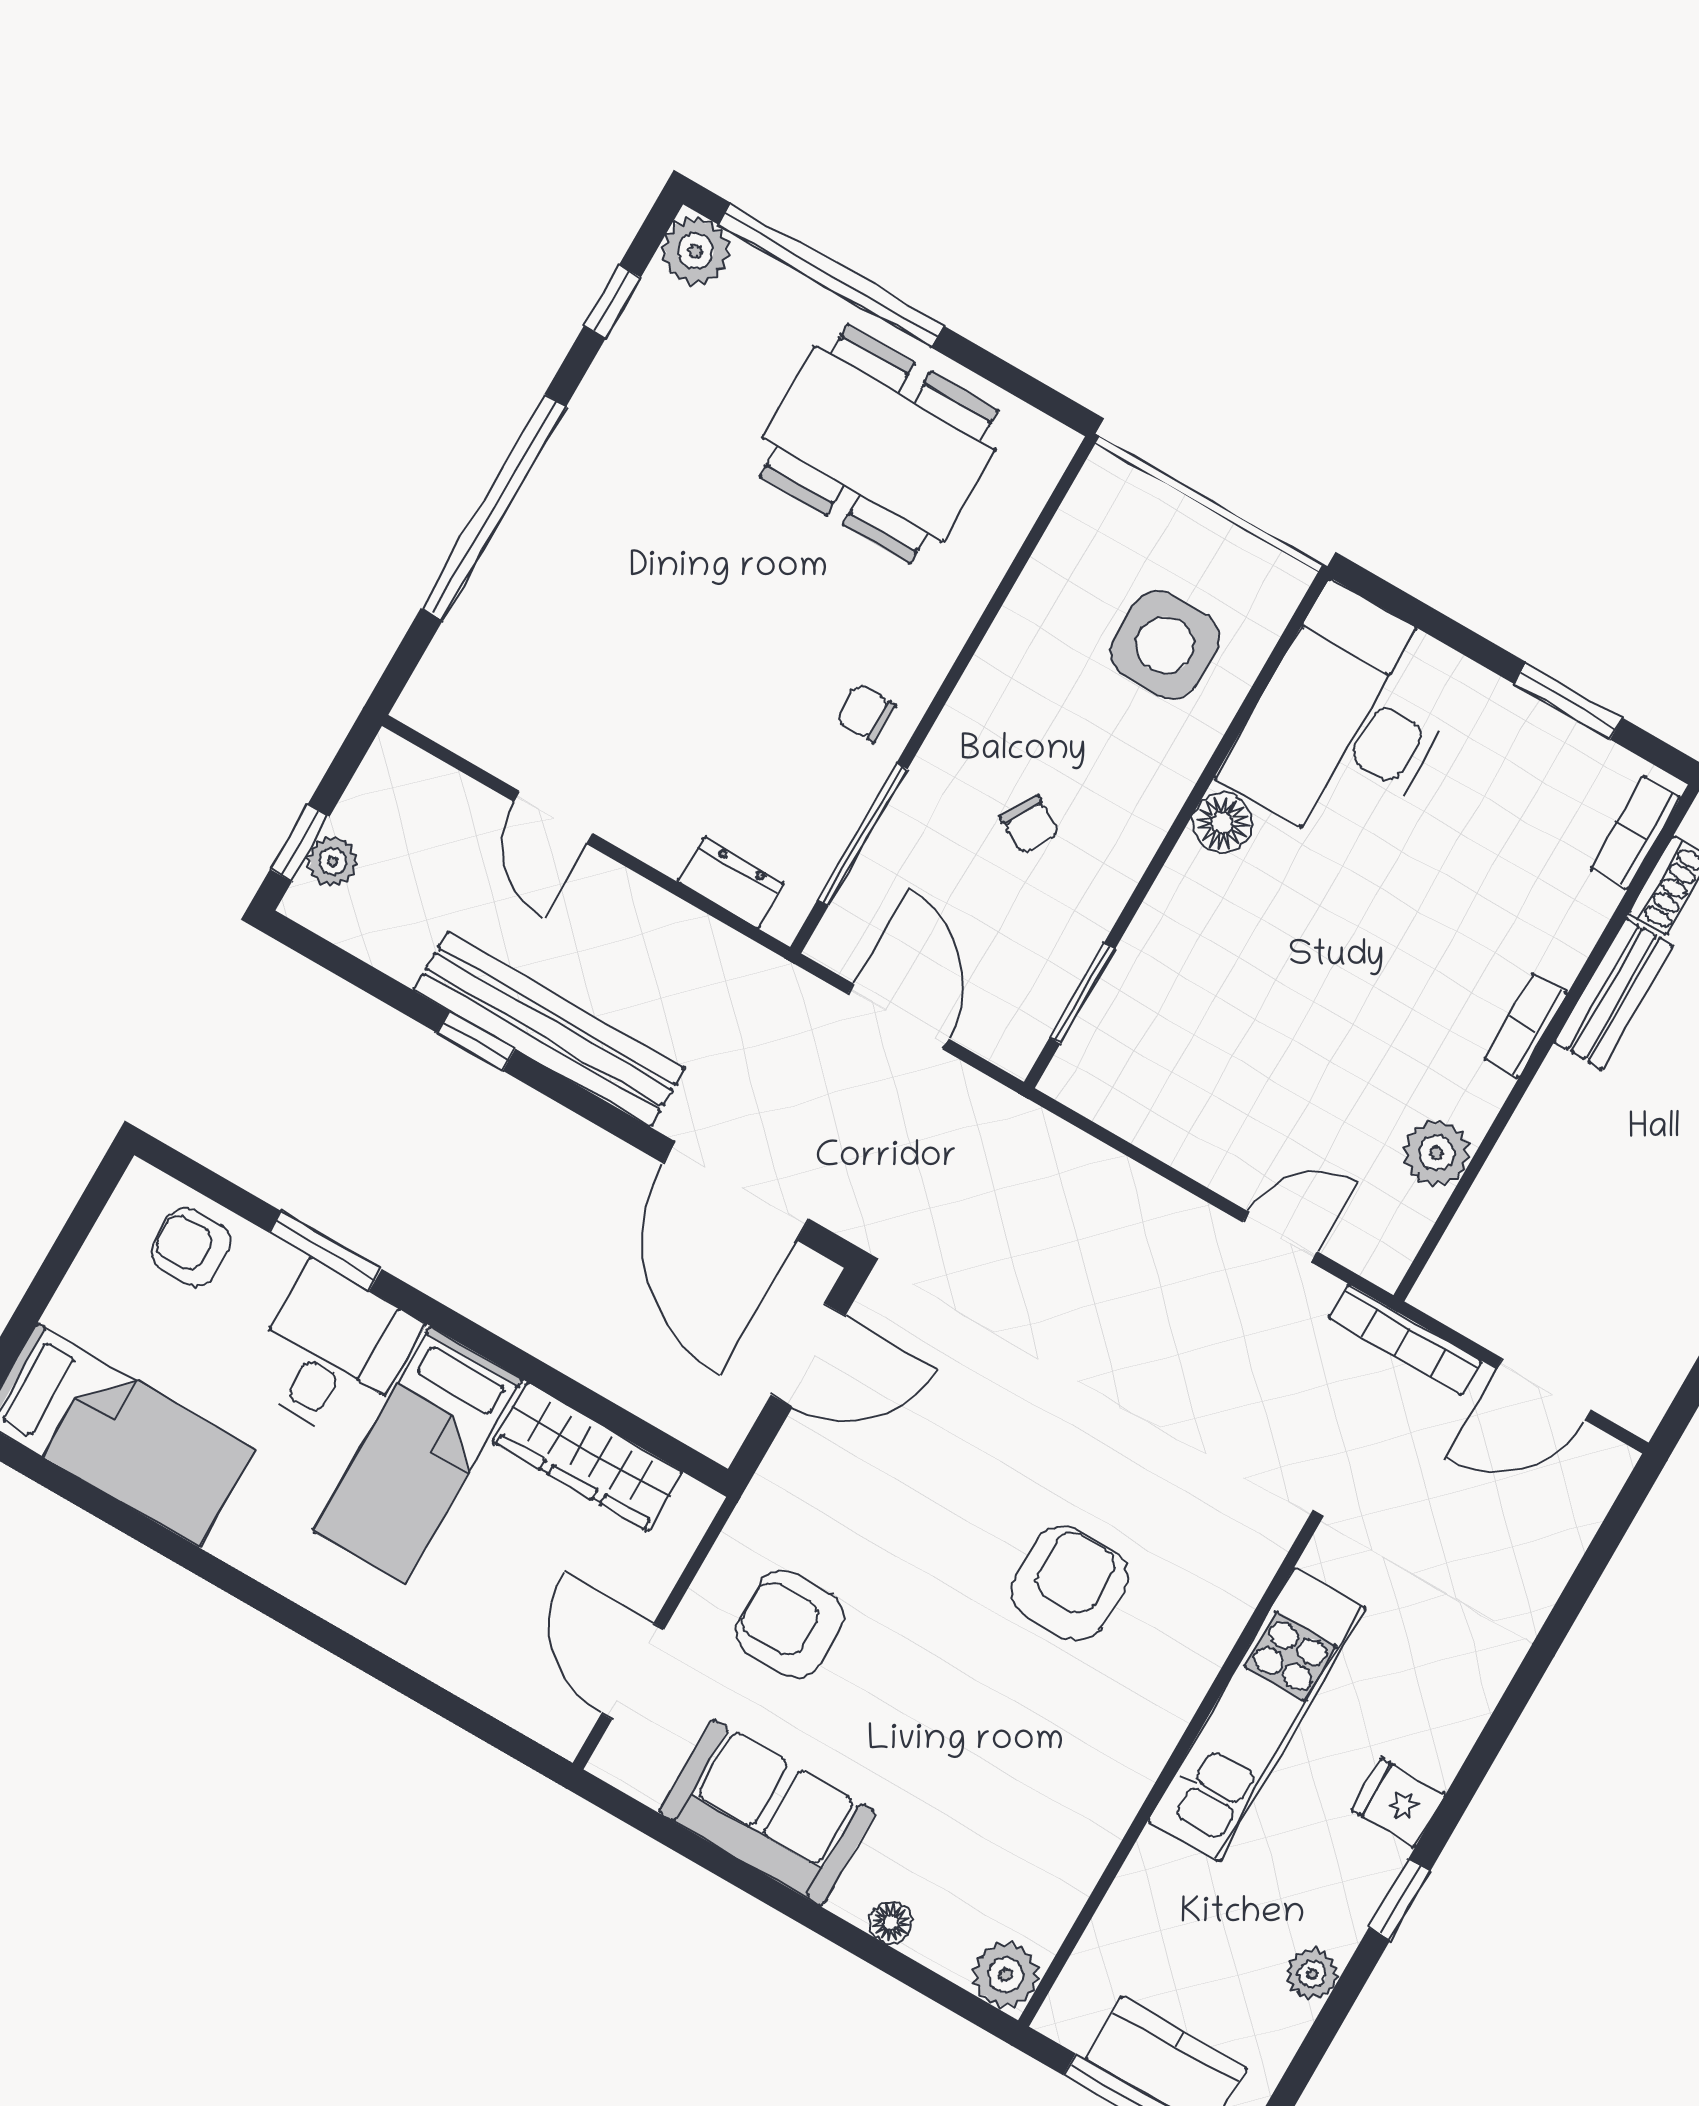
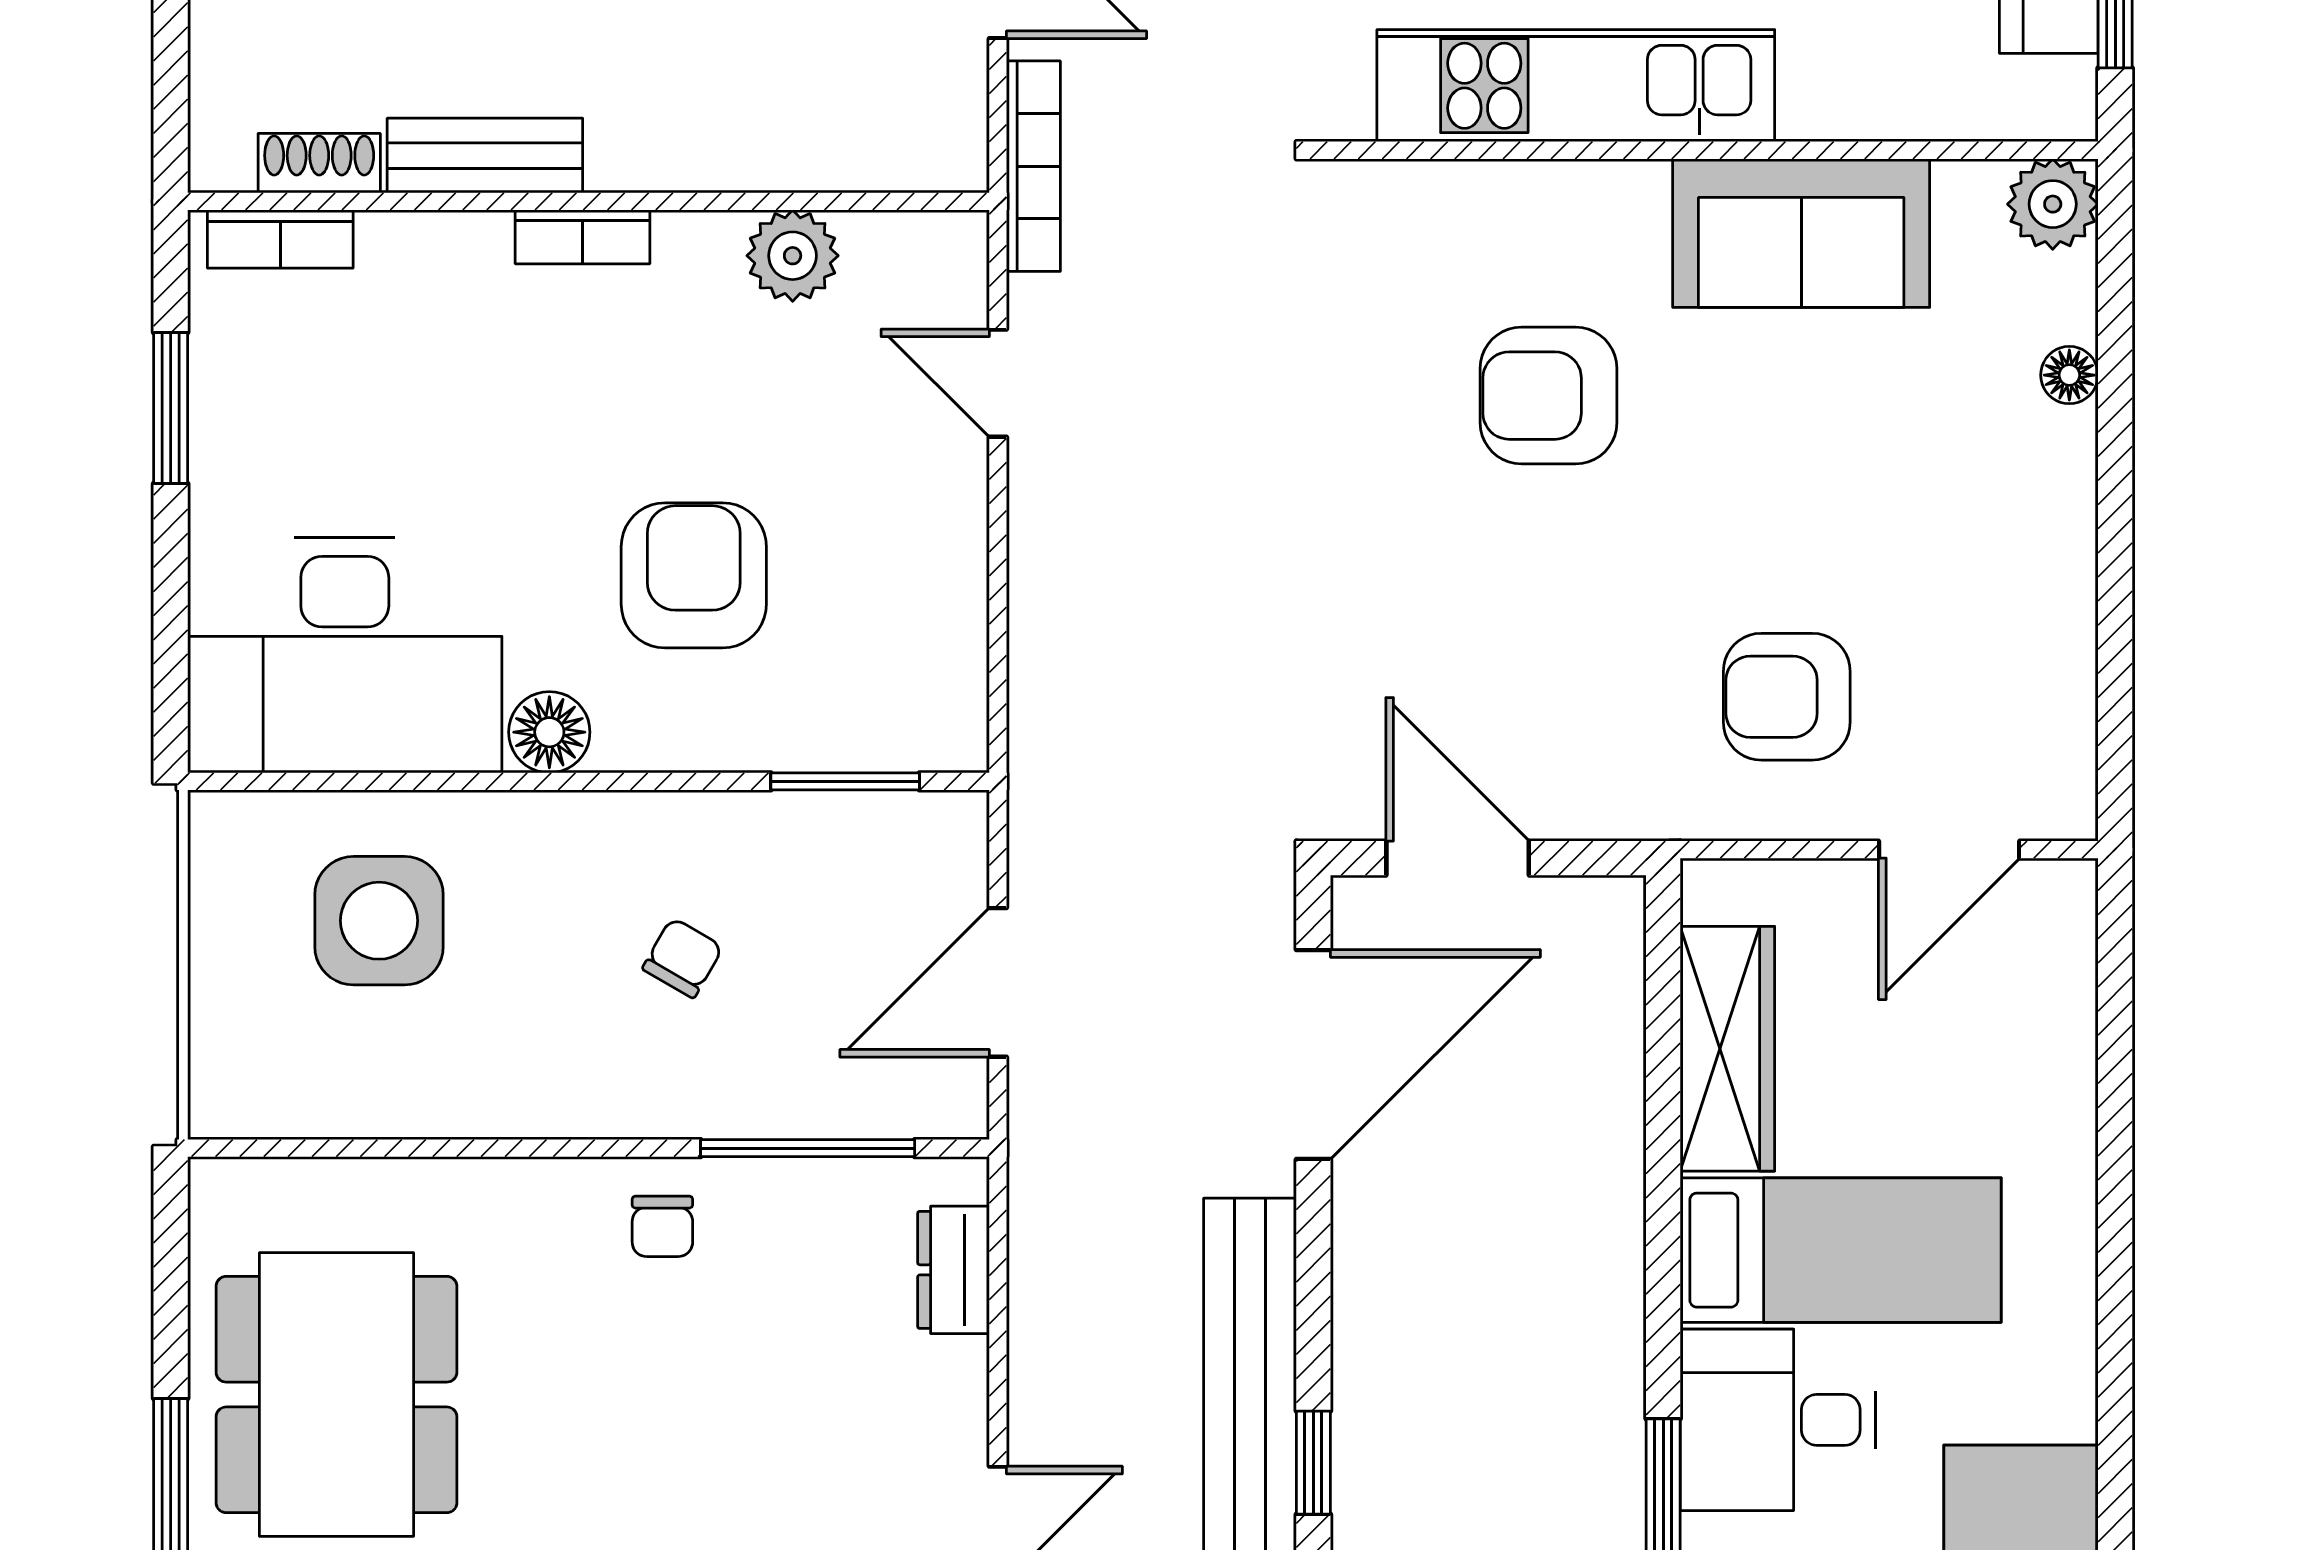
armchair: (1269, 973) -> (694, 575), added
armchair: (790, 1624) -> (1787, 697), turned 90
sofa: (767, 1812) -> (1801, 233), moved, turned -90

